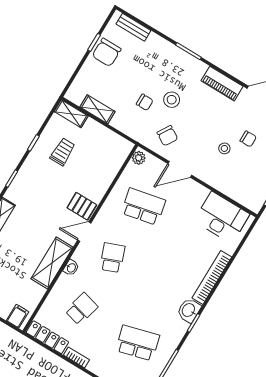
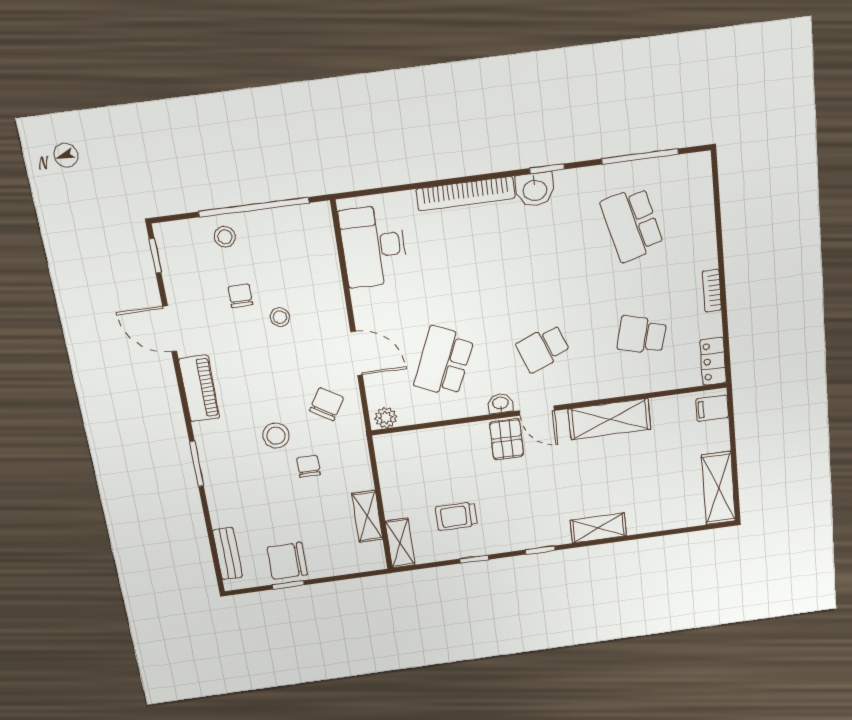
chair: (107, 52) -> (287, 561), turned 180
school desk: (143, 207) -> (444, 362), turned 36
washbasin: (71, 268) -> (500, 404), moved
locker: (47, 337) -> (713, 361), width x0.66

